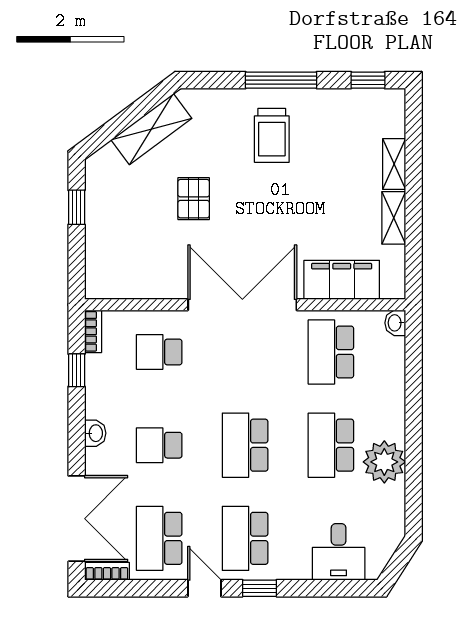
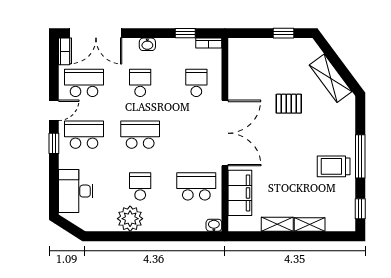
trolley: (272, 135) -> (334, 166), moved
school desk: (331, 445) -> (140, 186), width x0.54
desk: (339, 552) -> (76, 191), width x1.37

